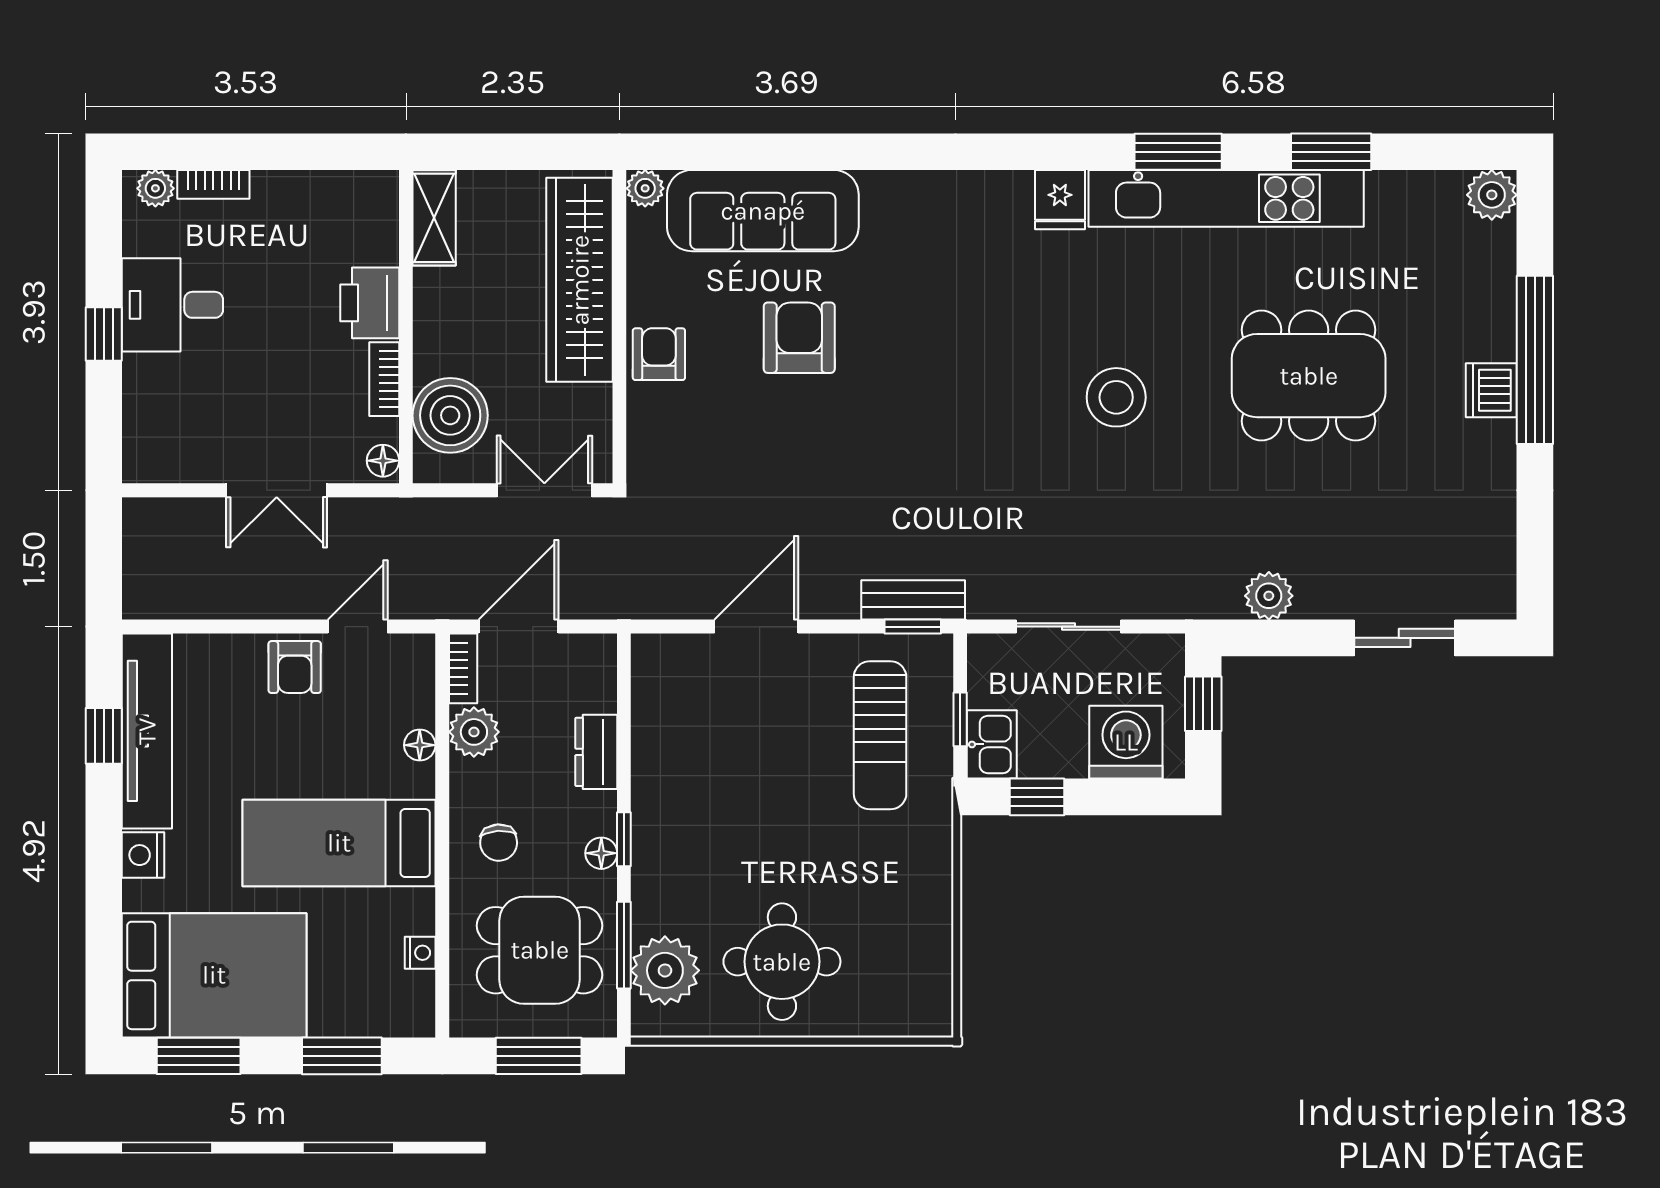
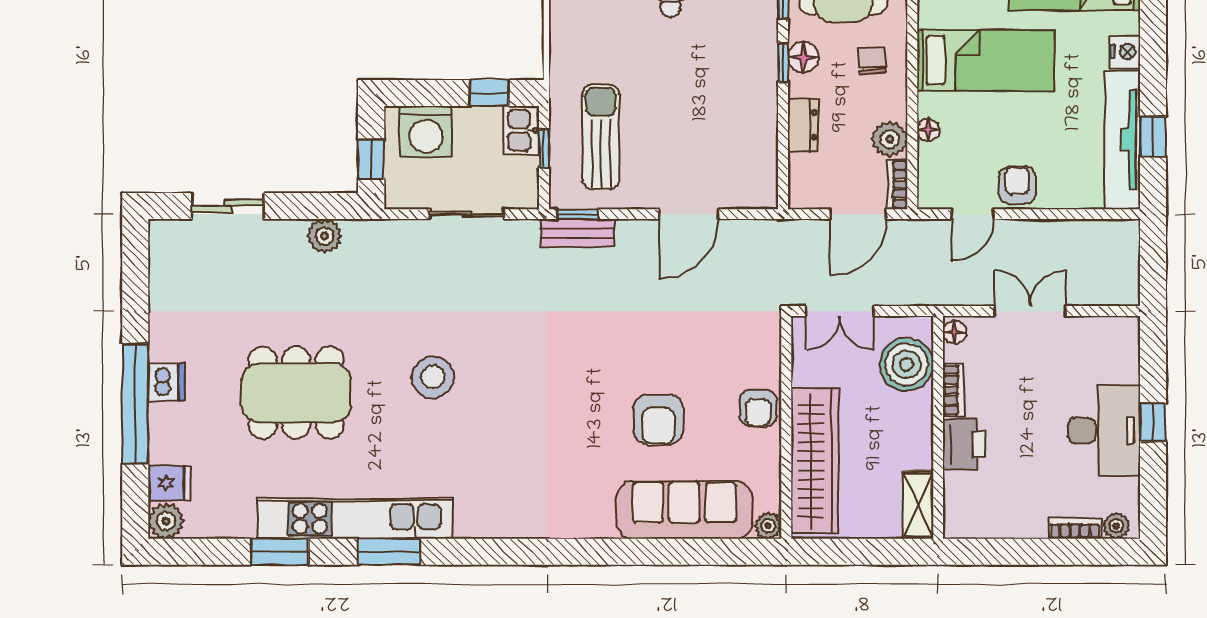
fridge: (1060, 200) -> (169, 483), moved, turned 90
desk: (172, 305) -> (1104, 431), width x1.37
floor lamp: (601, 853) -> (803, 57), width x1.37, depth x1.37

